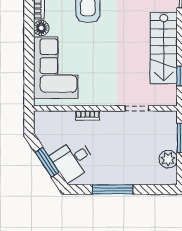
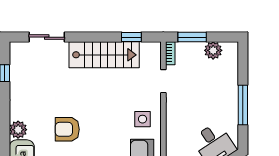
side table: (98, 87) -> (143, 119), added
bookcase: (88, 115) -> (170, 53), moved

